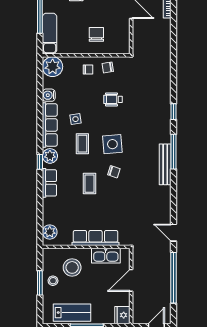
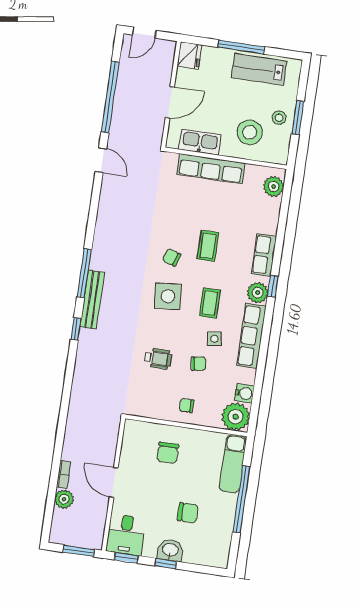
chair: (108, 67) -> (198, 364), moved
water cooler: (49, 95) -> (244, 393), moved
bench: (165, 164) -> (92, 299), moved

